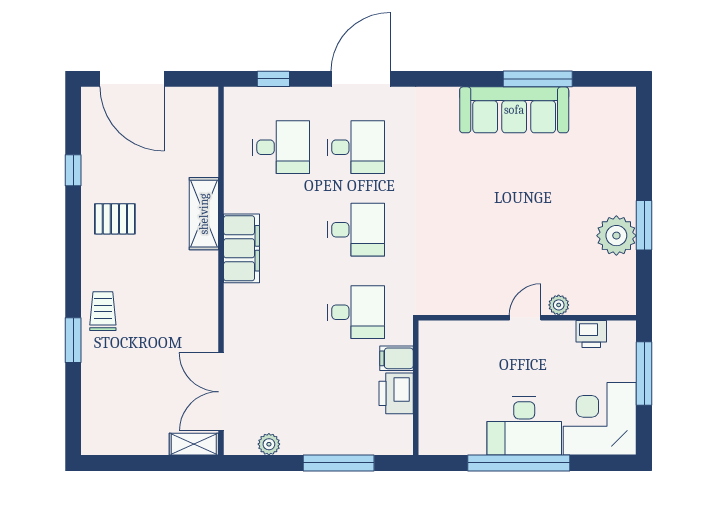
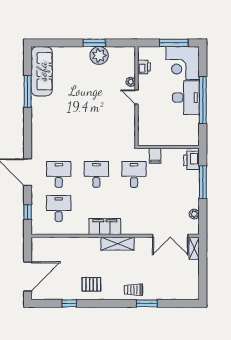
sofa: (514, 110) -> (42, 71), moved
shelving: (204, 214) -> (118, 244), moved
pallet: (115, 219) -> (91, 284), turned 90
window: (644, 374) -> (174, 43), moved
printer: (396, 393) -> (192, 160), moved, turned 90

